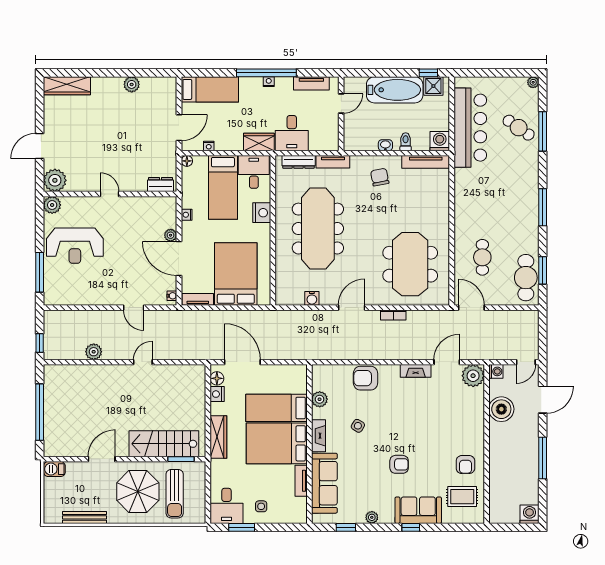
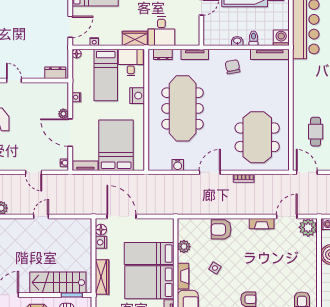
dresser: (299, 162) -> (163, 54), width x0.70

